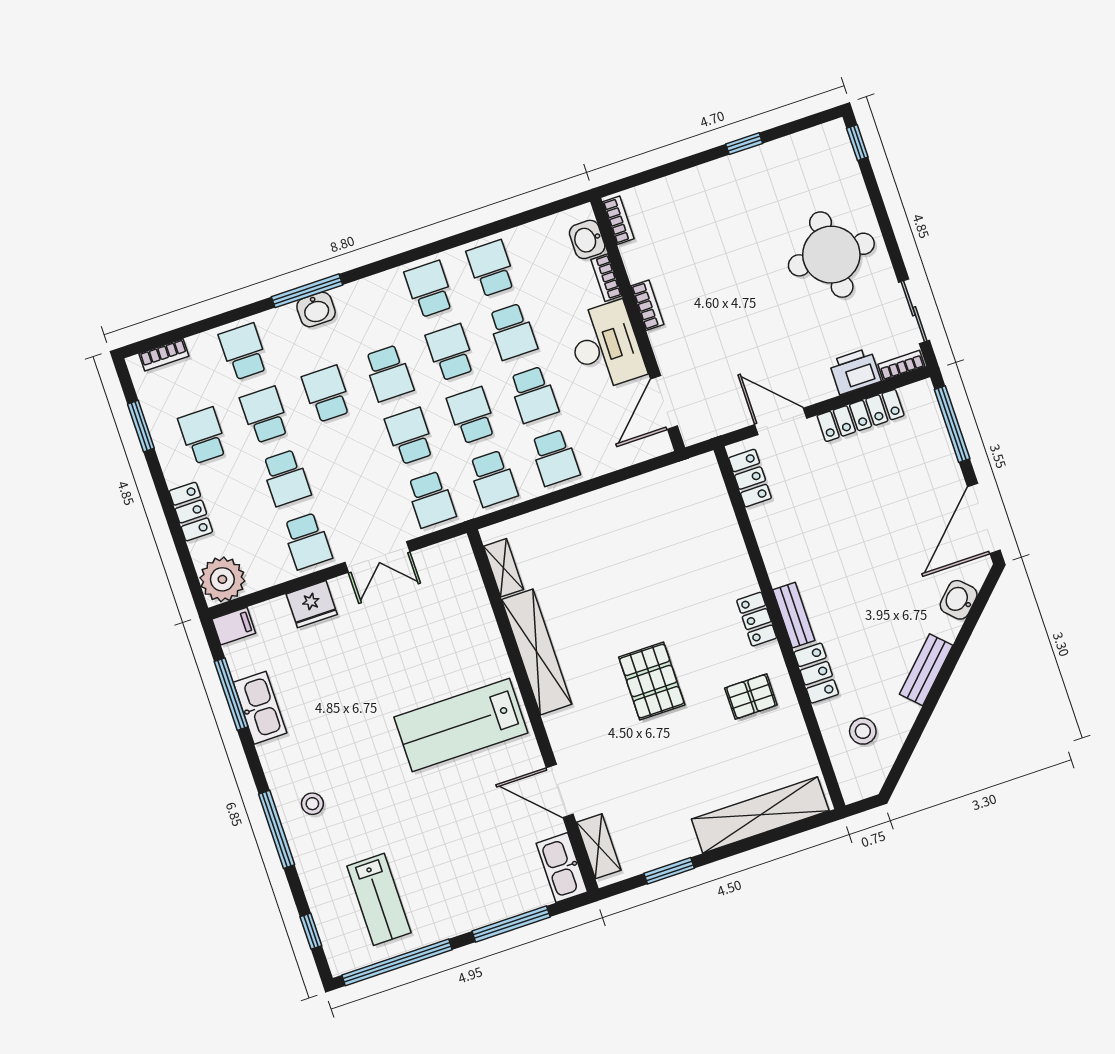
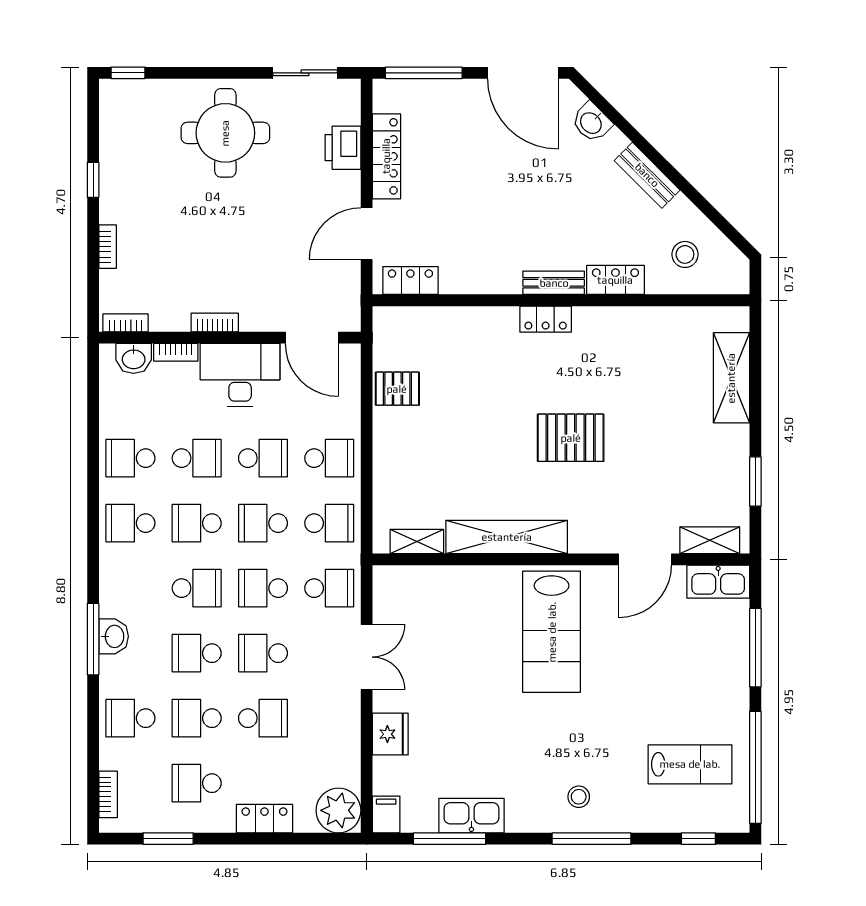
bookcase: (901, 365) -> (108, 247), moved, turned 180
school desk: (307, 541) -> (263, 653), moved, turned 180
pallet: (751, 696) -> (397, 389), moved, turned 90
shelving: (760, 815) -> (731, 378), width x0.68

